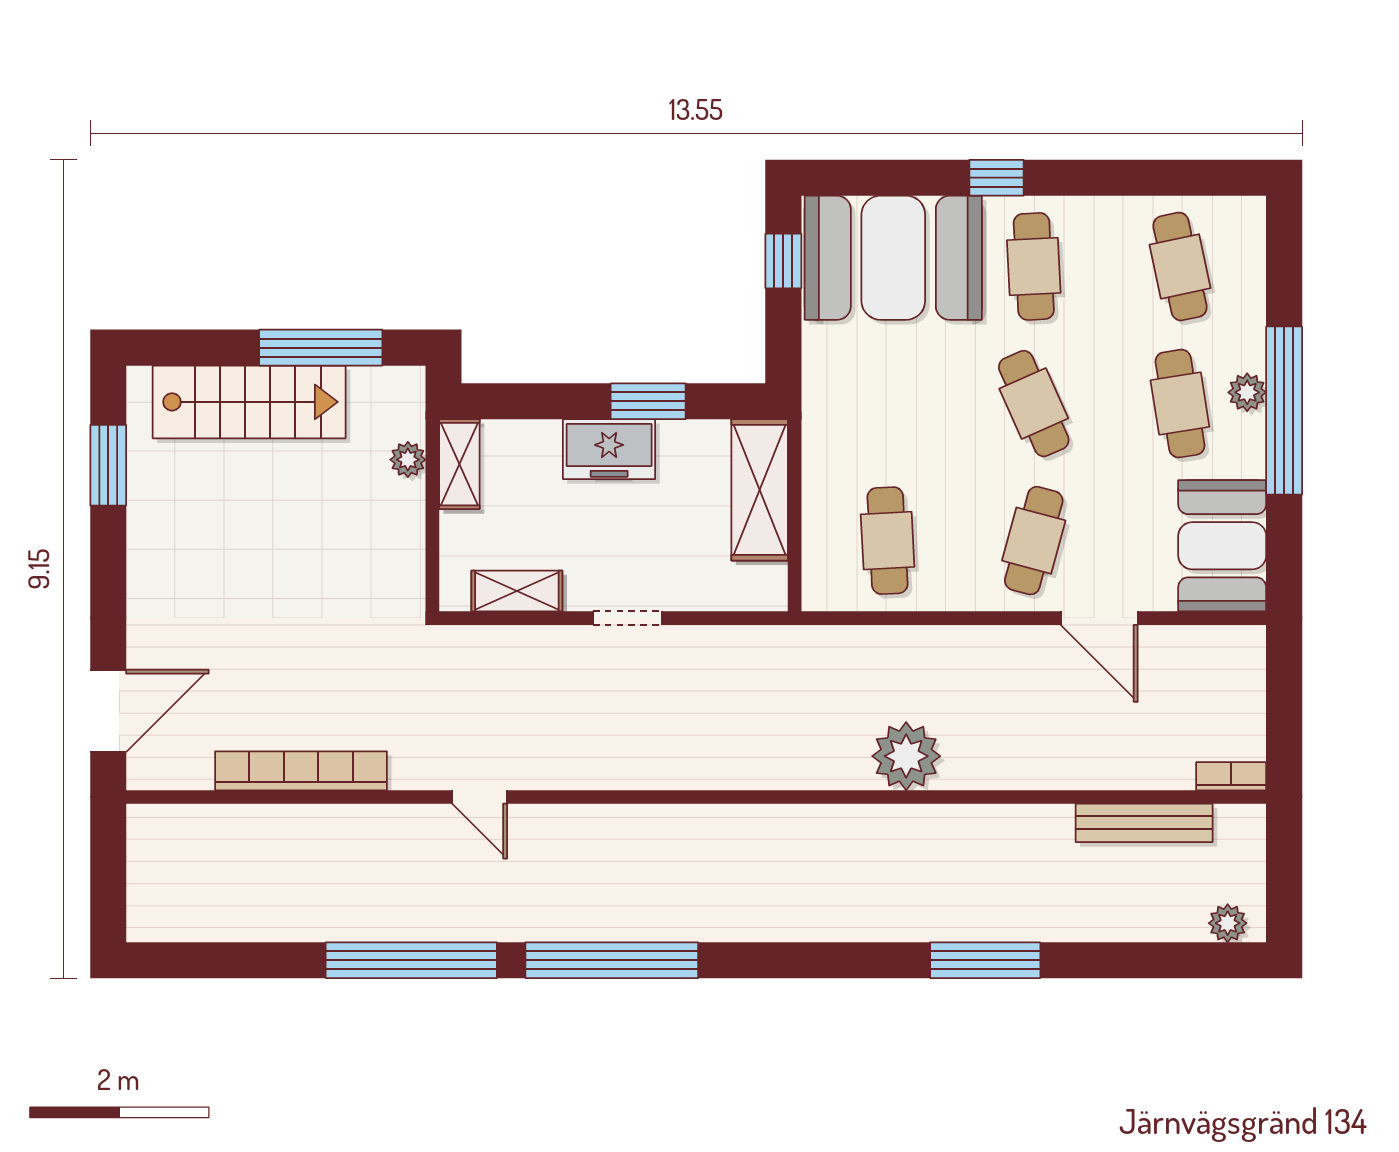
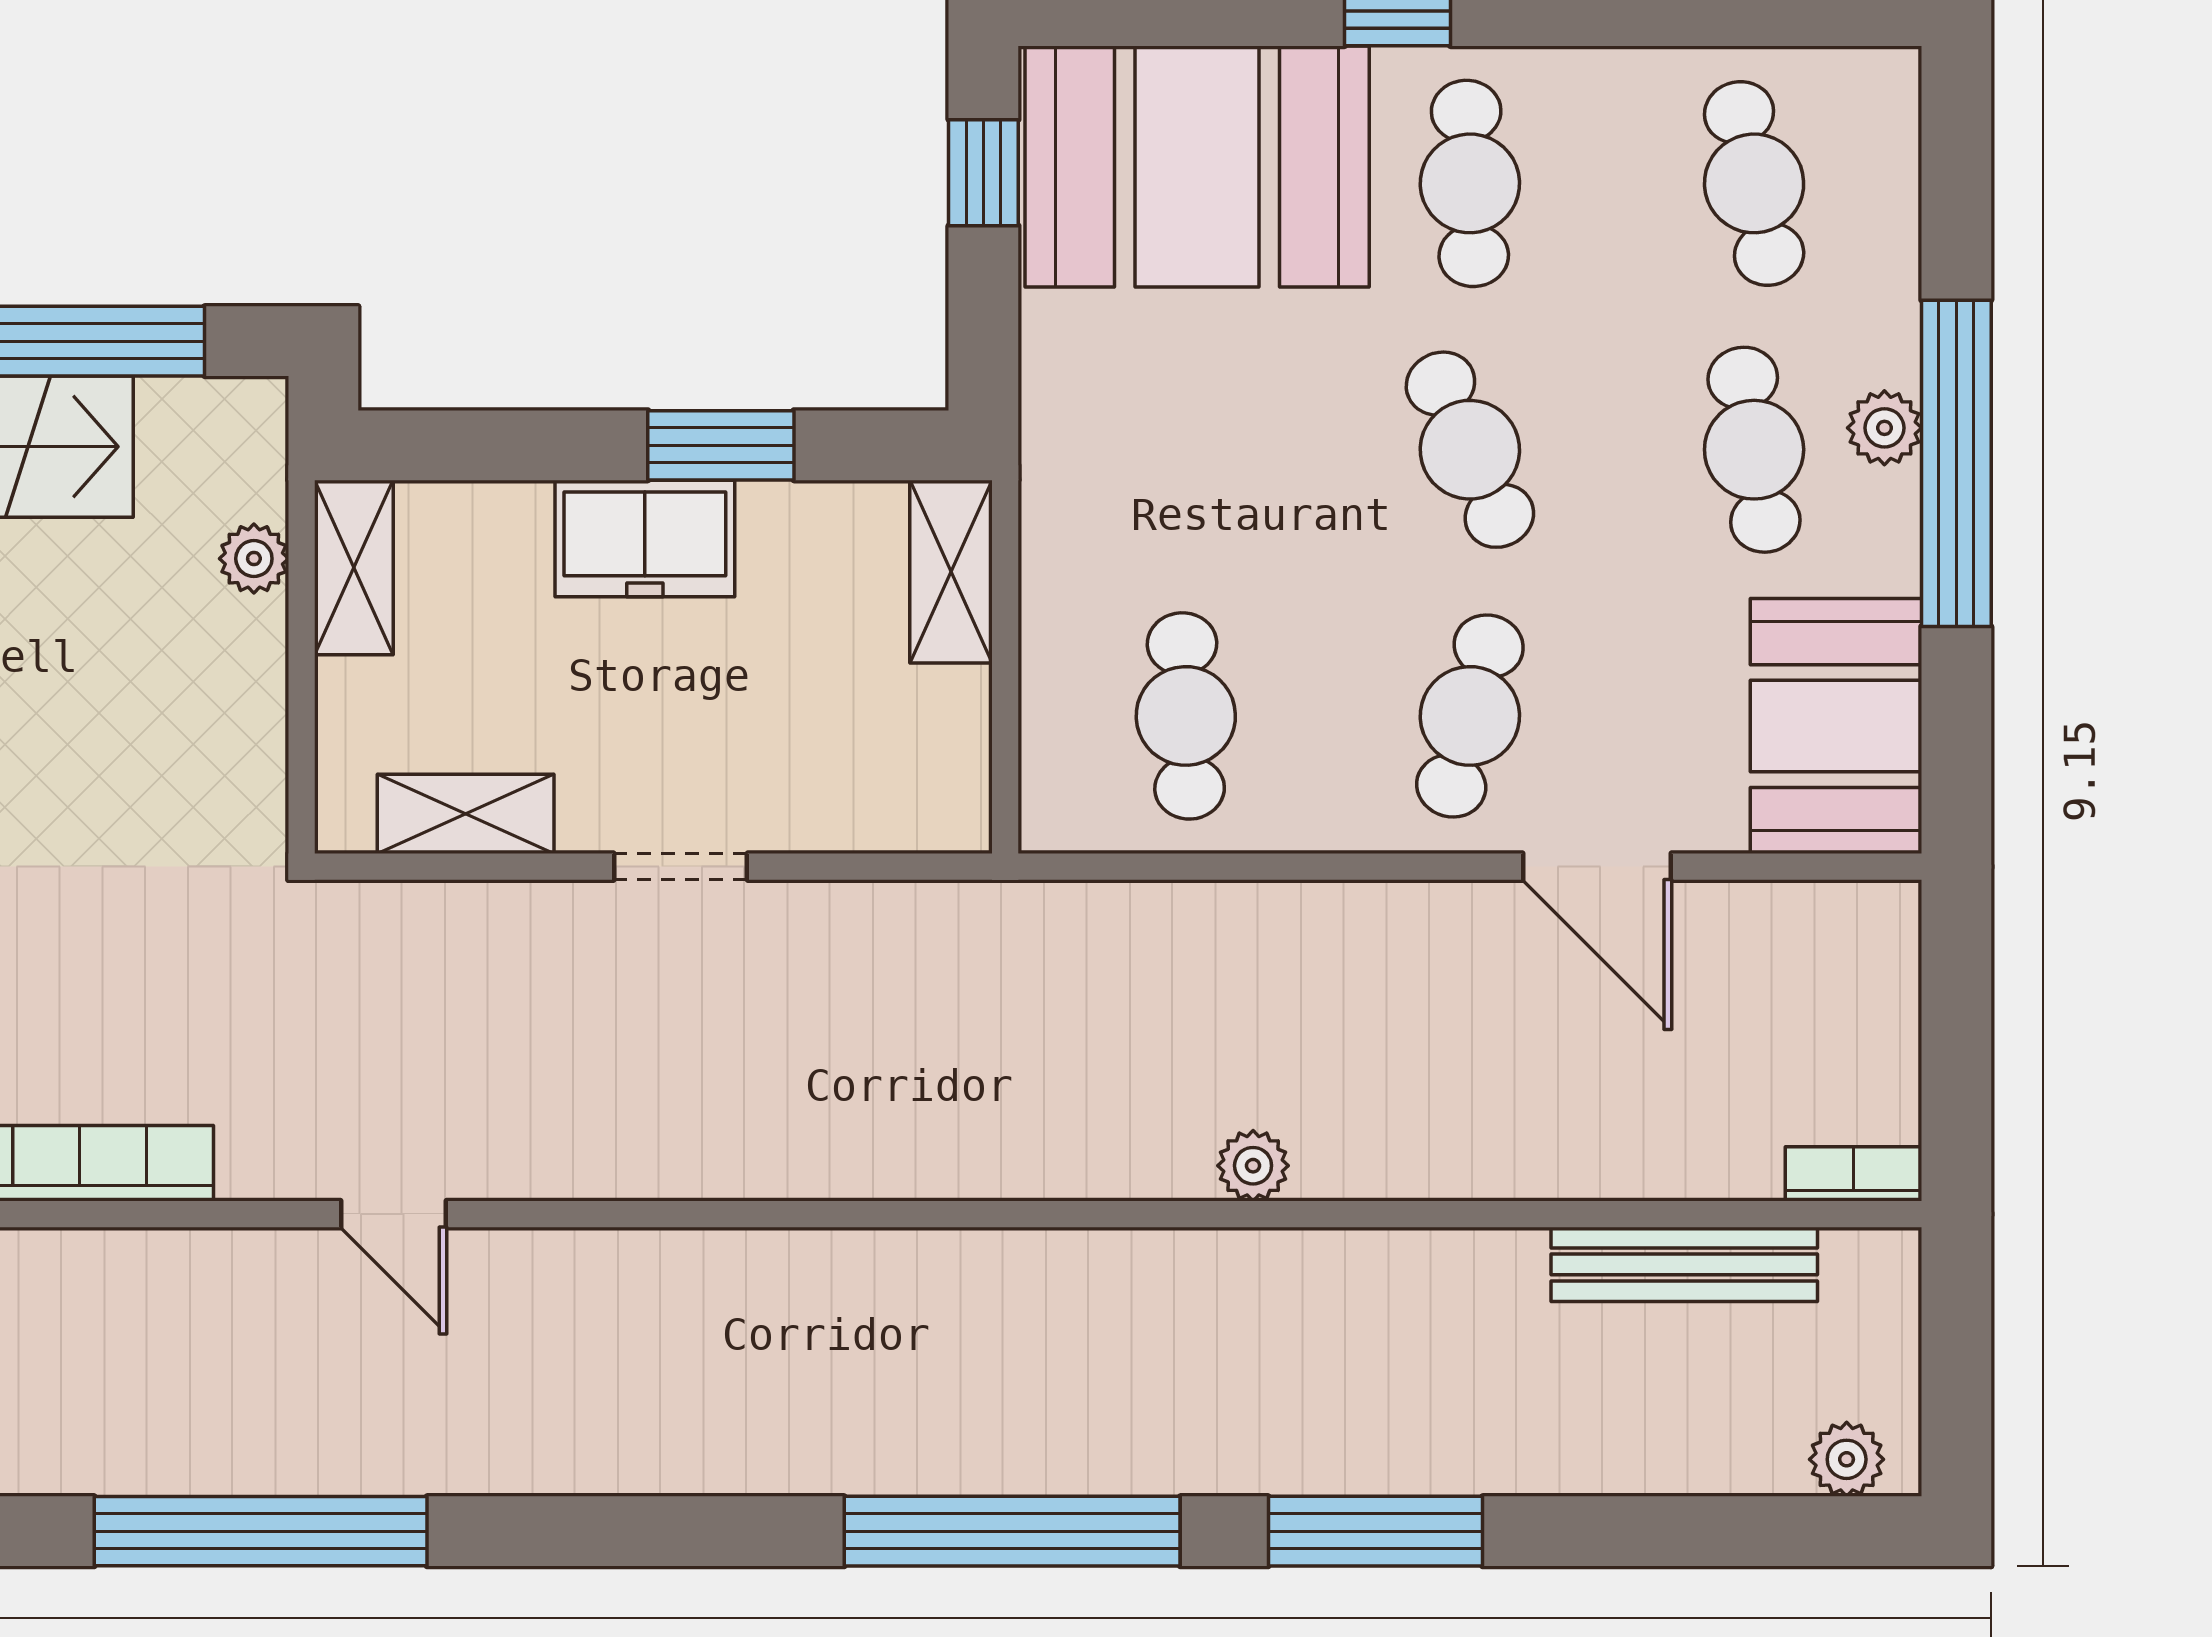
shelving: (760, 490) -> (951, 572), width x0.67, depth x0.75
plant: (906, 756) -> (1253, 1166), width x0.53, depth x0.53
window: (612, 960) -> (1012, 1531), moved

